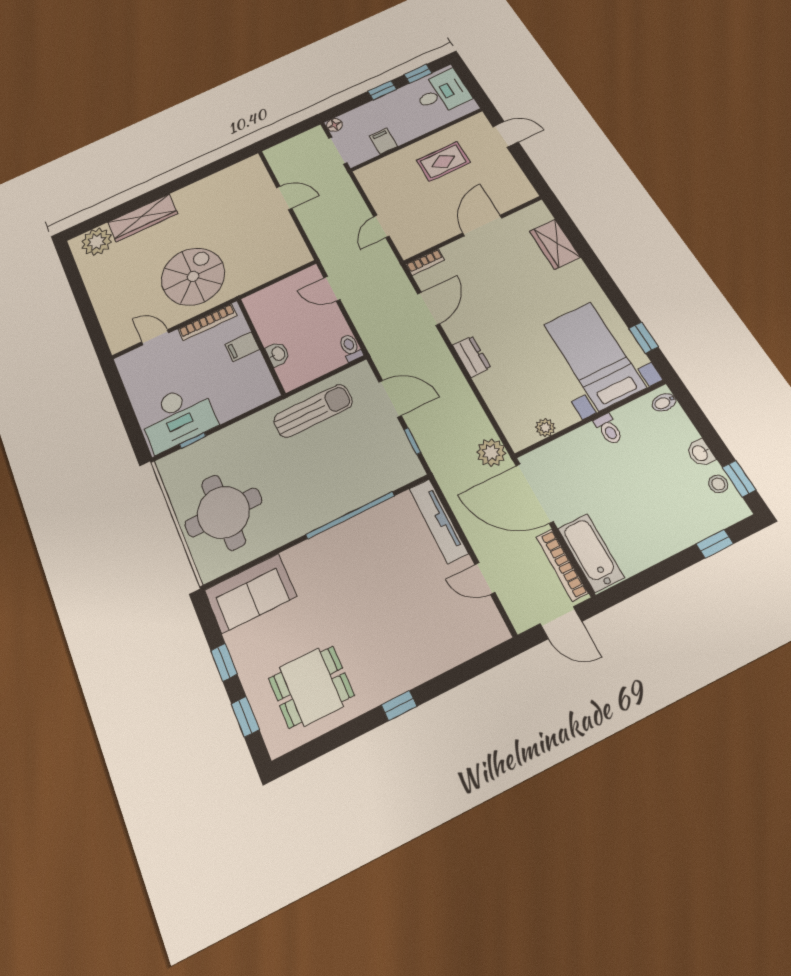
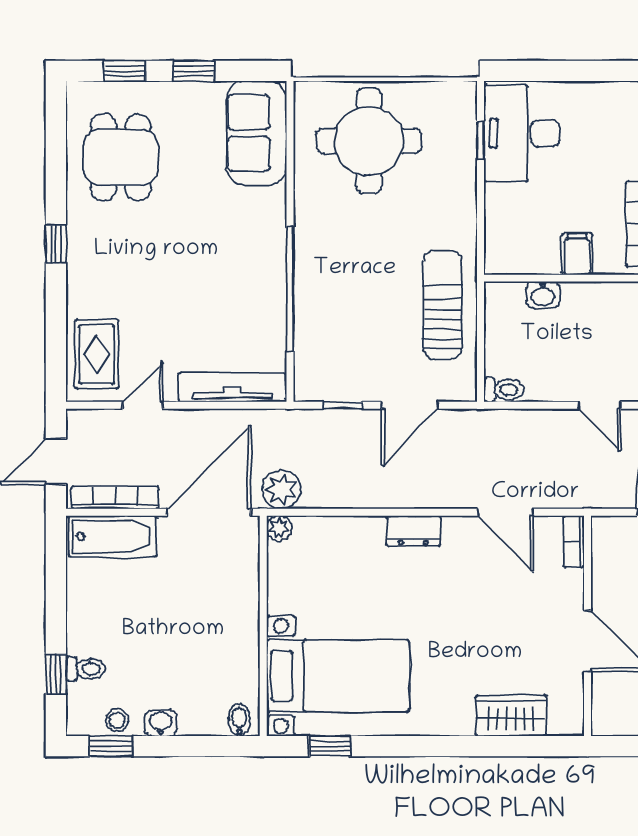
door: (332, 289) -> (600, 405), swing flipped
sun lounger: (313, 411) -> (443, 305), turned 180
plant: (545, 428) -> (279, 528), moved
toilet: (609, 429) -> (86, 669), moved, turned 180
rug: (465, 632) -> (97, 354), added

